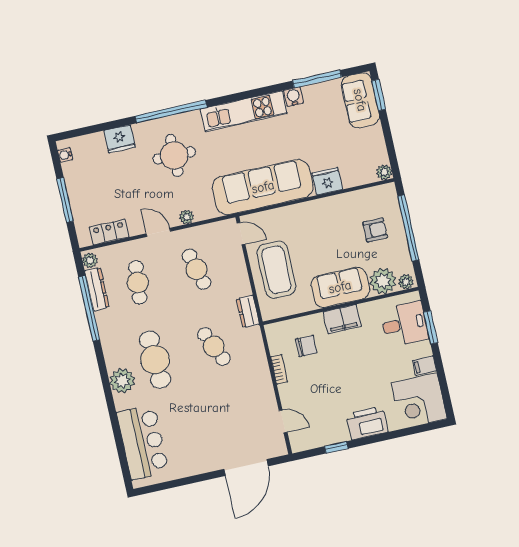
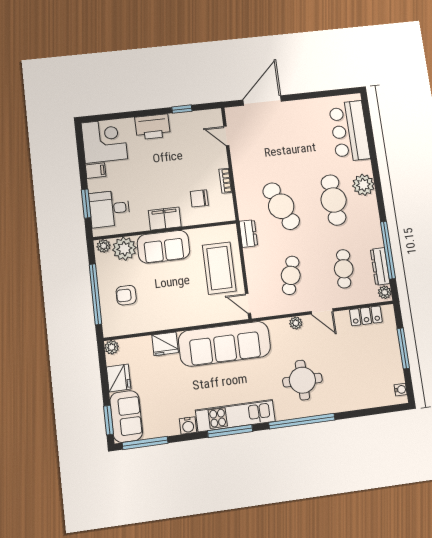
window: (317, 79) -> (145, 443), moved
window: (248, 94) -> (230, 431), added
fridge: (120, 139) -> (119, 378), moved, turned 90
cafe table: (196, 269) -> (291, 275), turned 30
cafe table: (214, 346) -> (281, 206), width x1.37, depth x1.35

